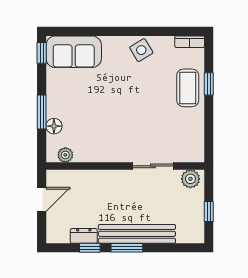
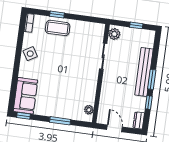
floor lamp: (54, 126) -> (70, 114), removed
dresser: (84, 236) -> (139, 120), moved

